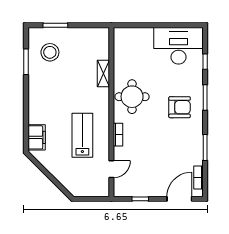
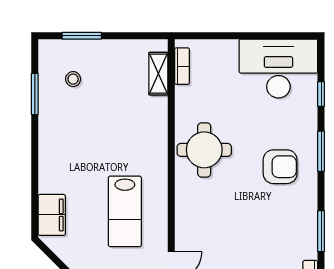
stool: (50, 52) -> (73, 79), width x0.53, depth x0.53
shelving: (103, 74) -> (158, 74), moved
lab bench: (82, 135) -> (125, 211), turned 180
bookcase: (118, 135) -> (182, 66), moved

